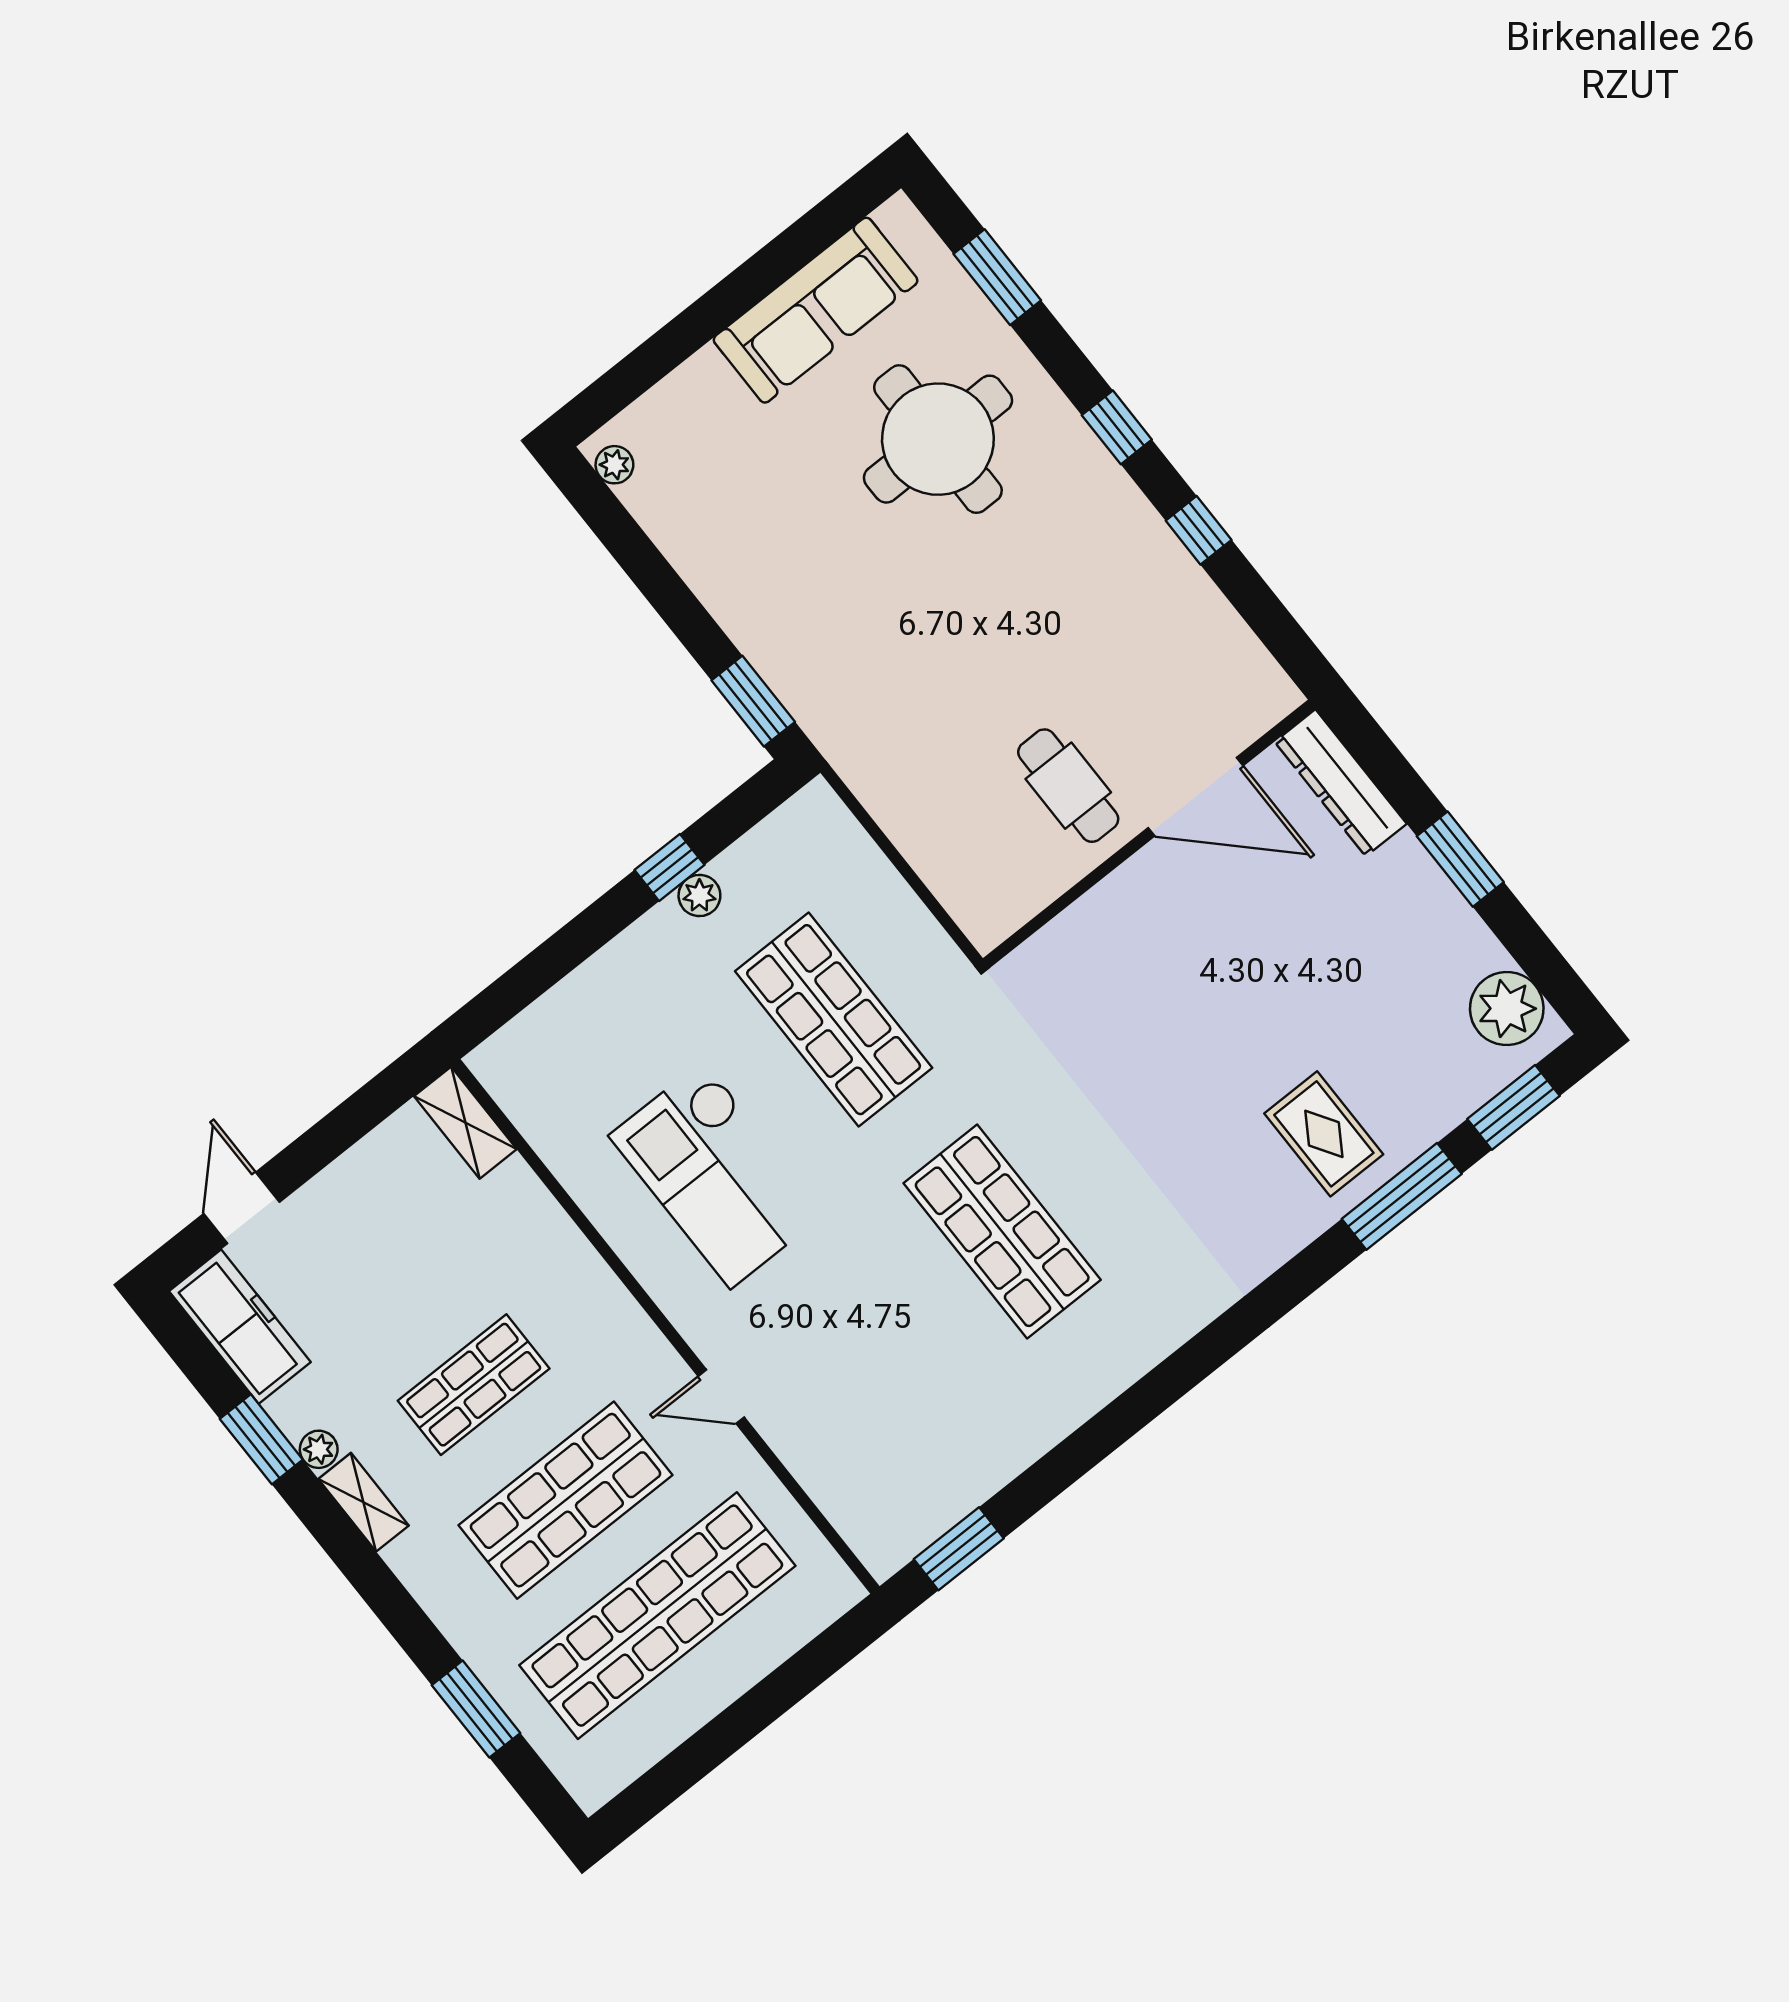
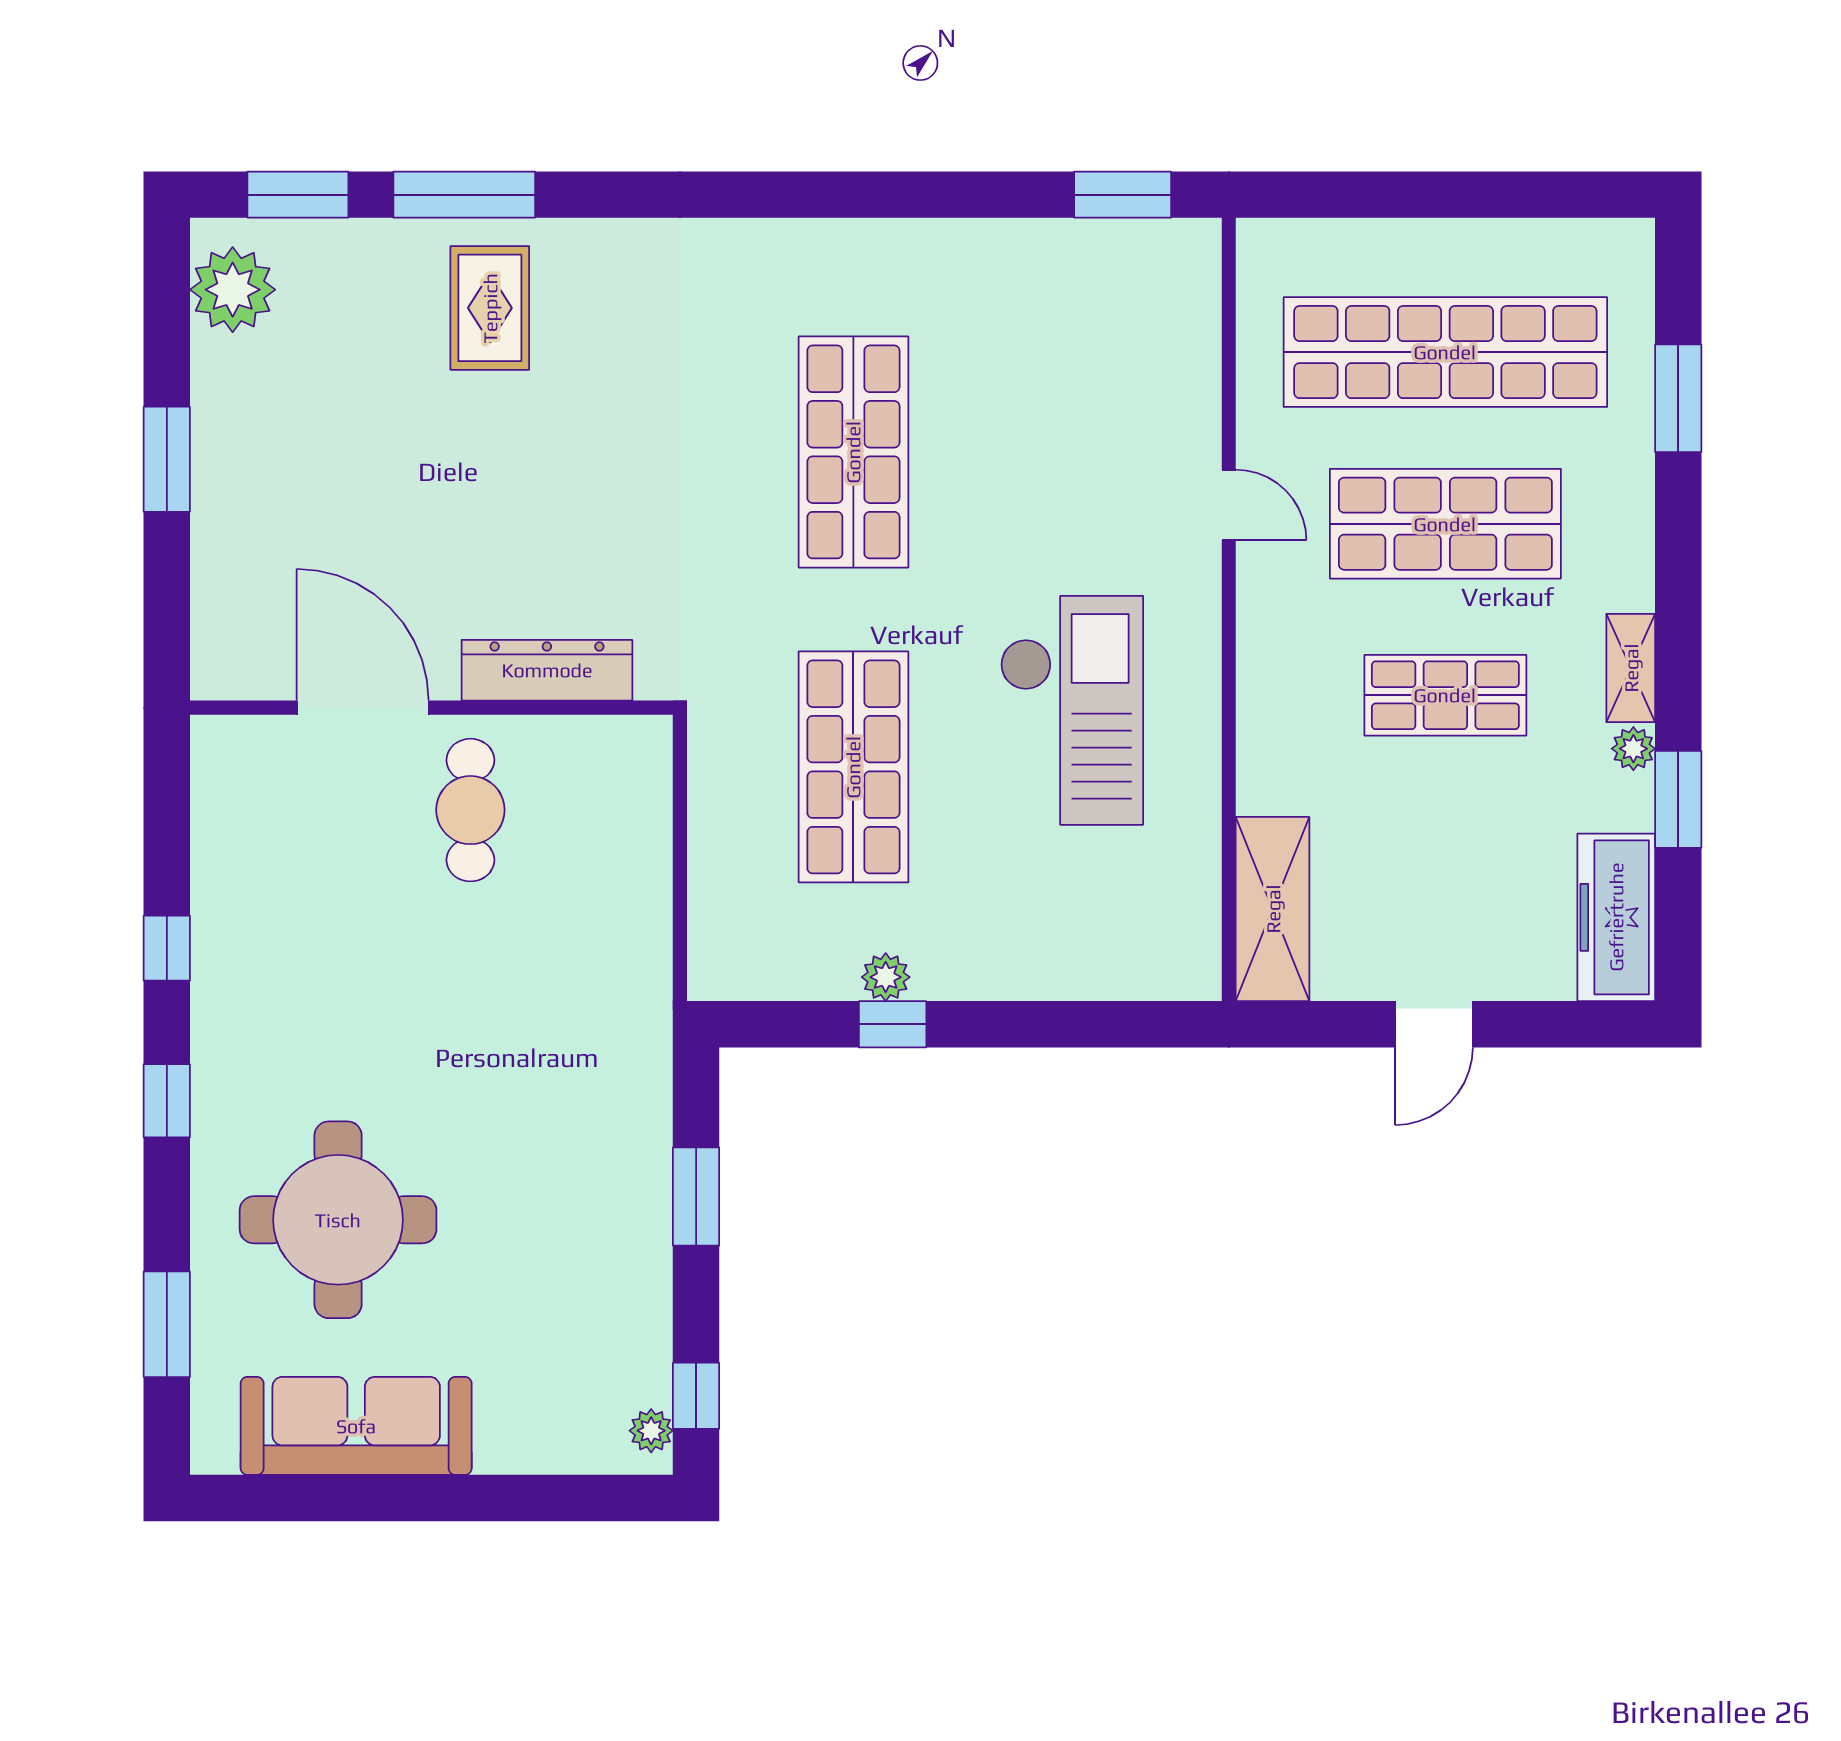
window: (603, 512) -> (696, 1396), added
window: (753, 701) -> (696, 1196), moved
dresser: (1341, 783) -> (547, 670), moved, turned -90
shelving: (465, 1123) -> (1273, 909), width x1.50, depth x1.33
door: (242, 1208) -> (1434, 1024), moved

